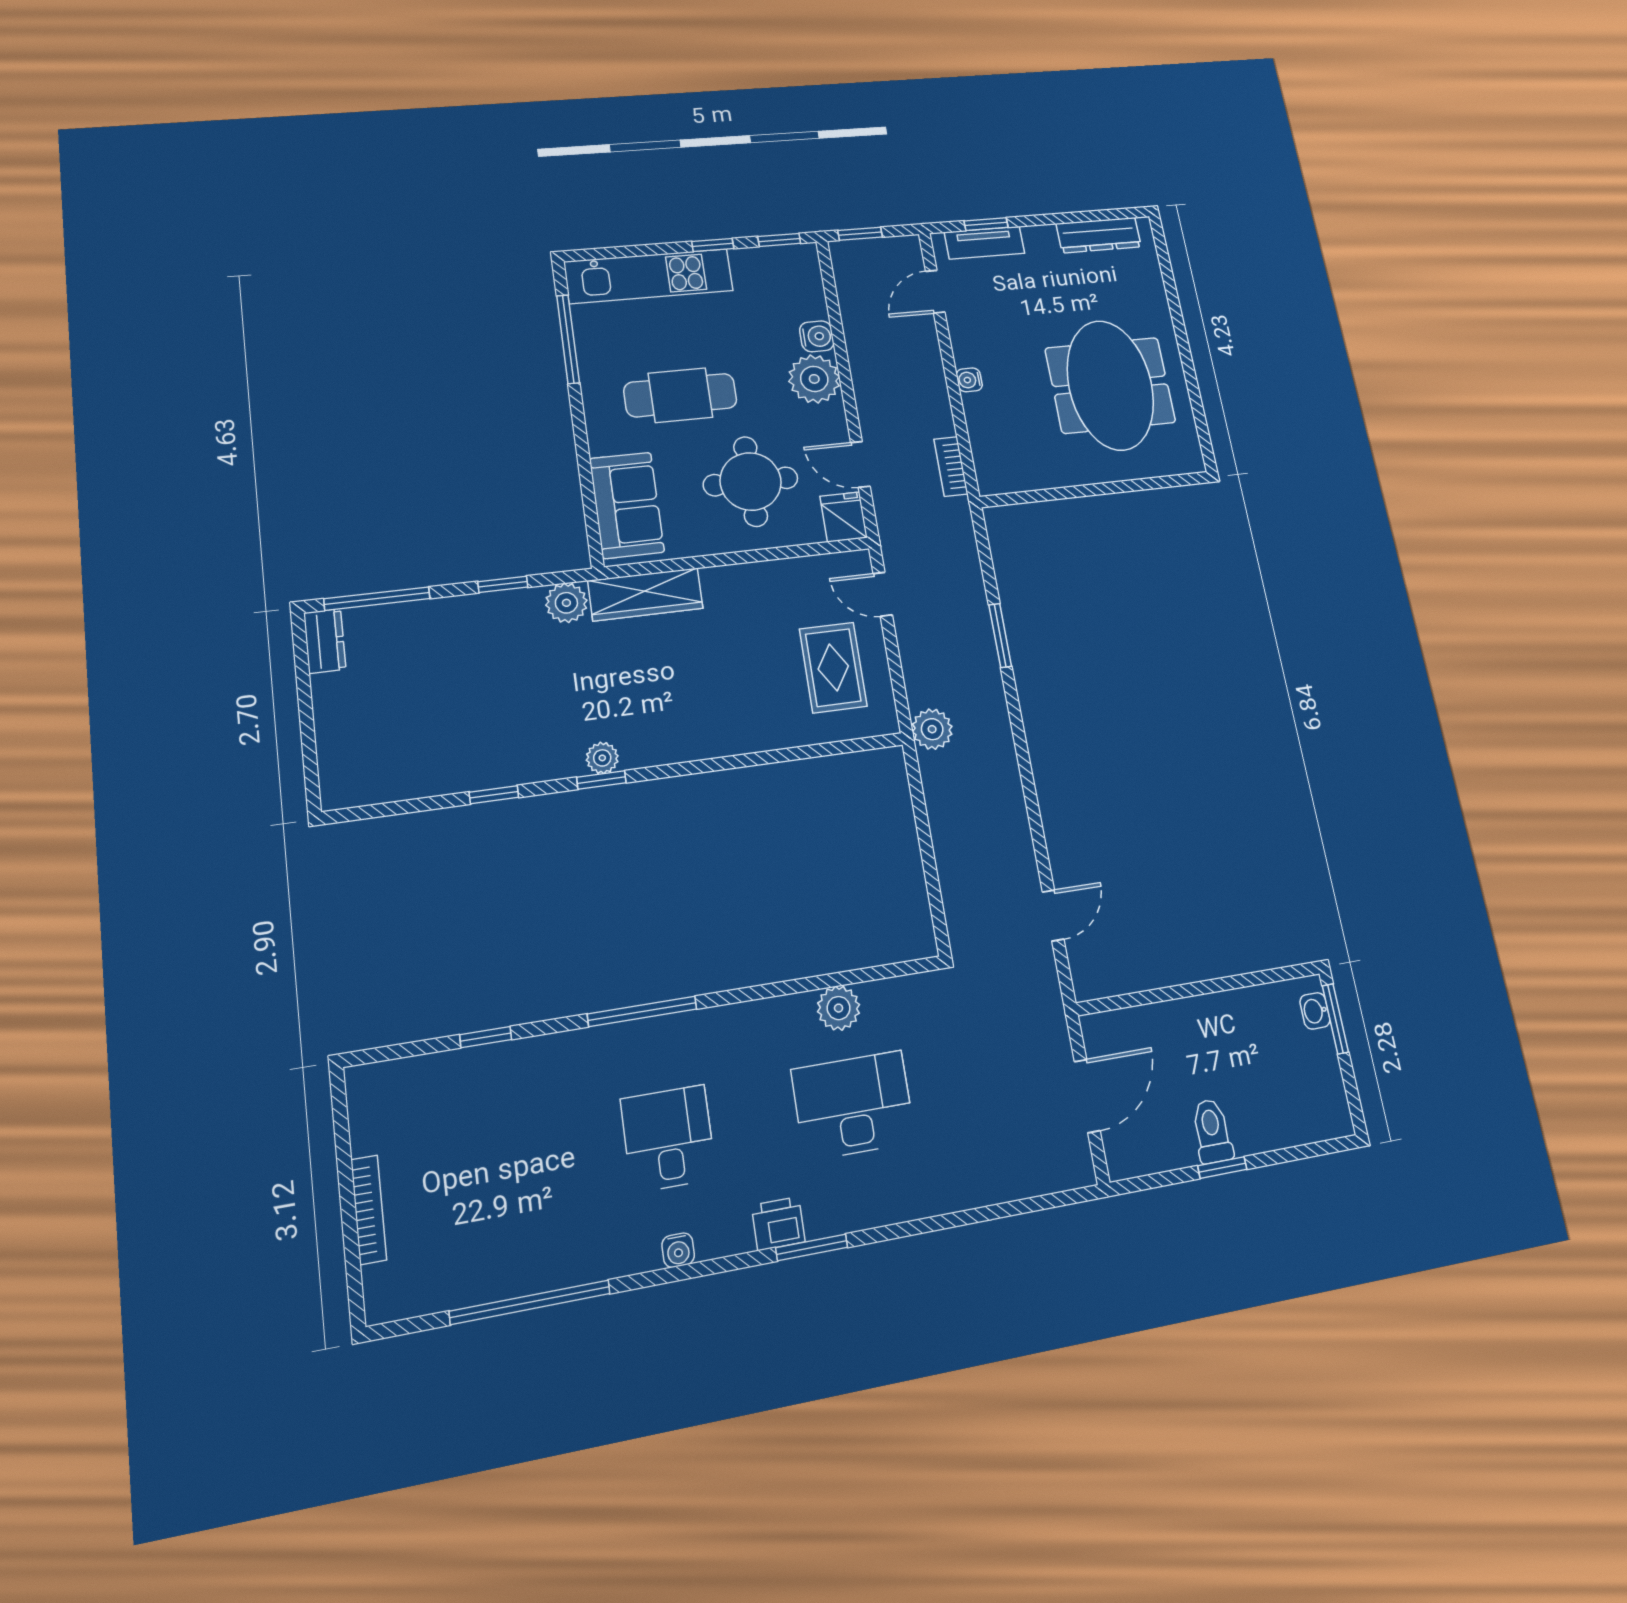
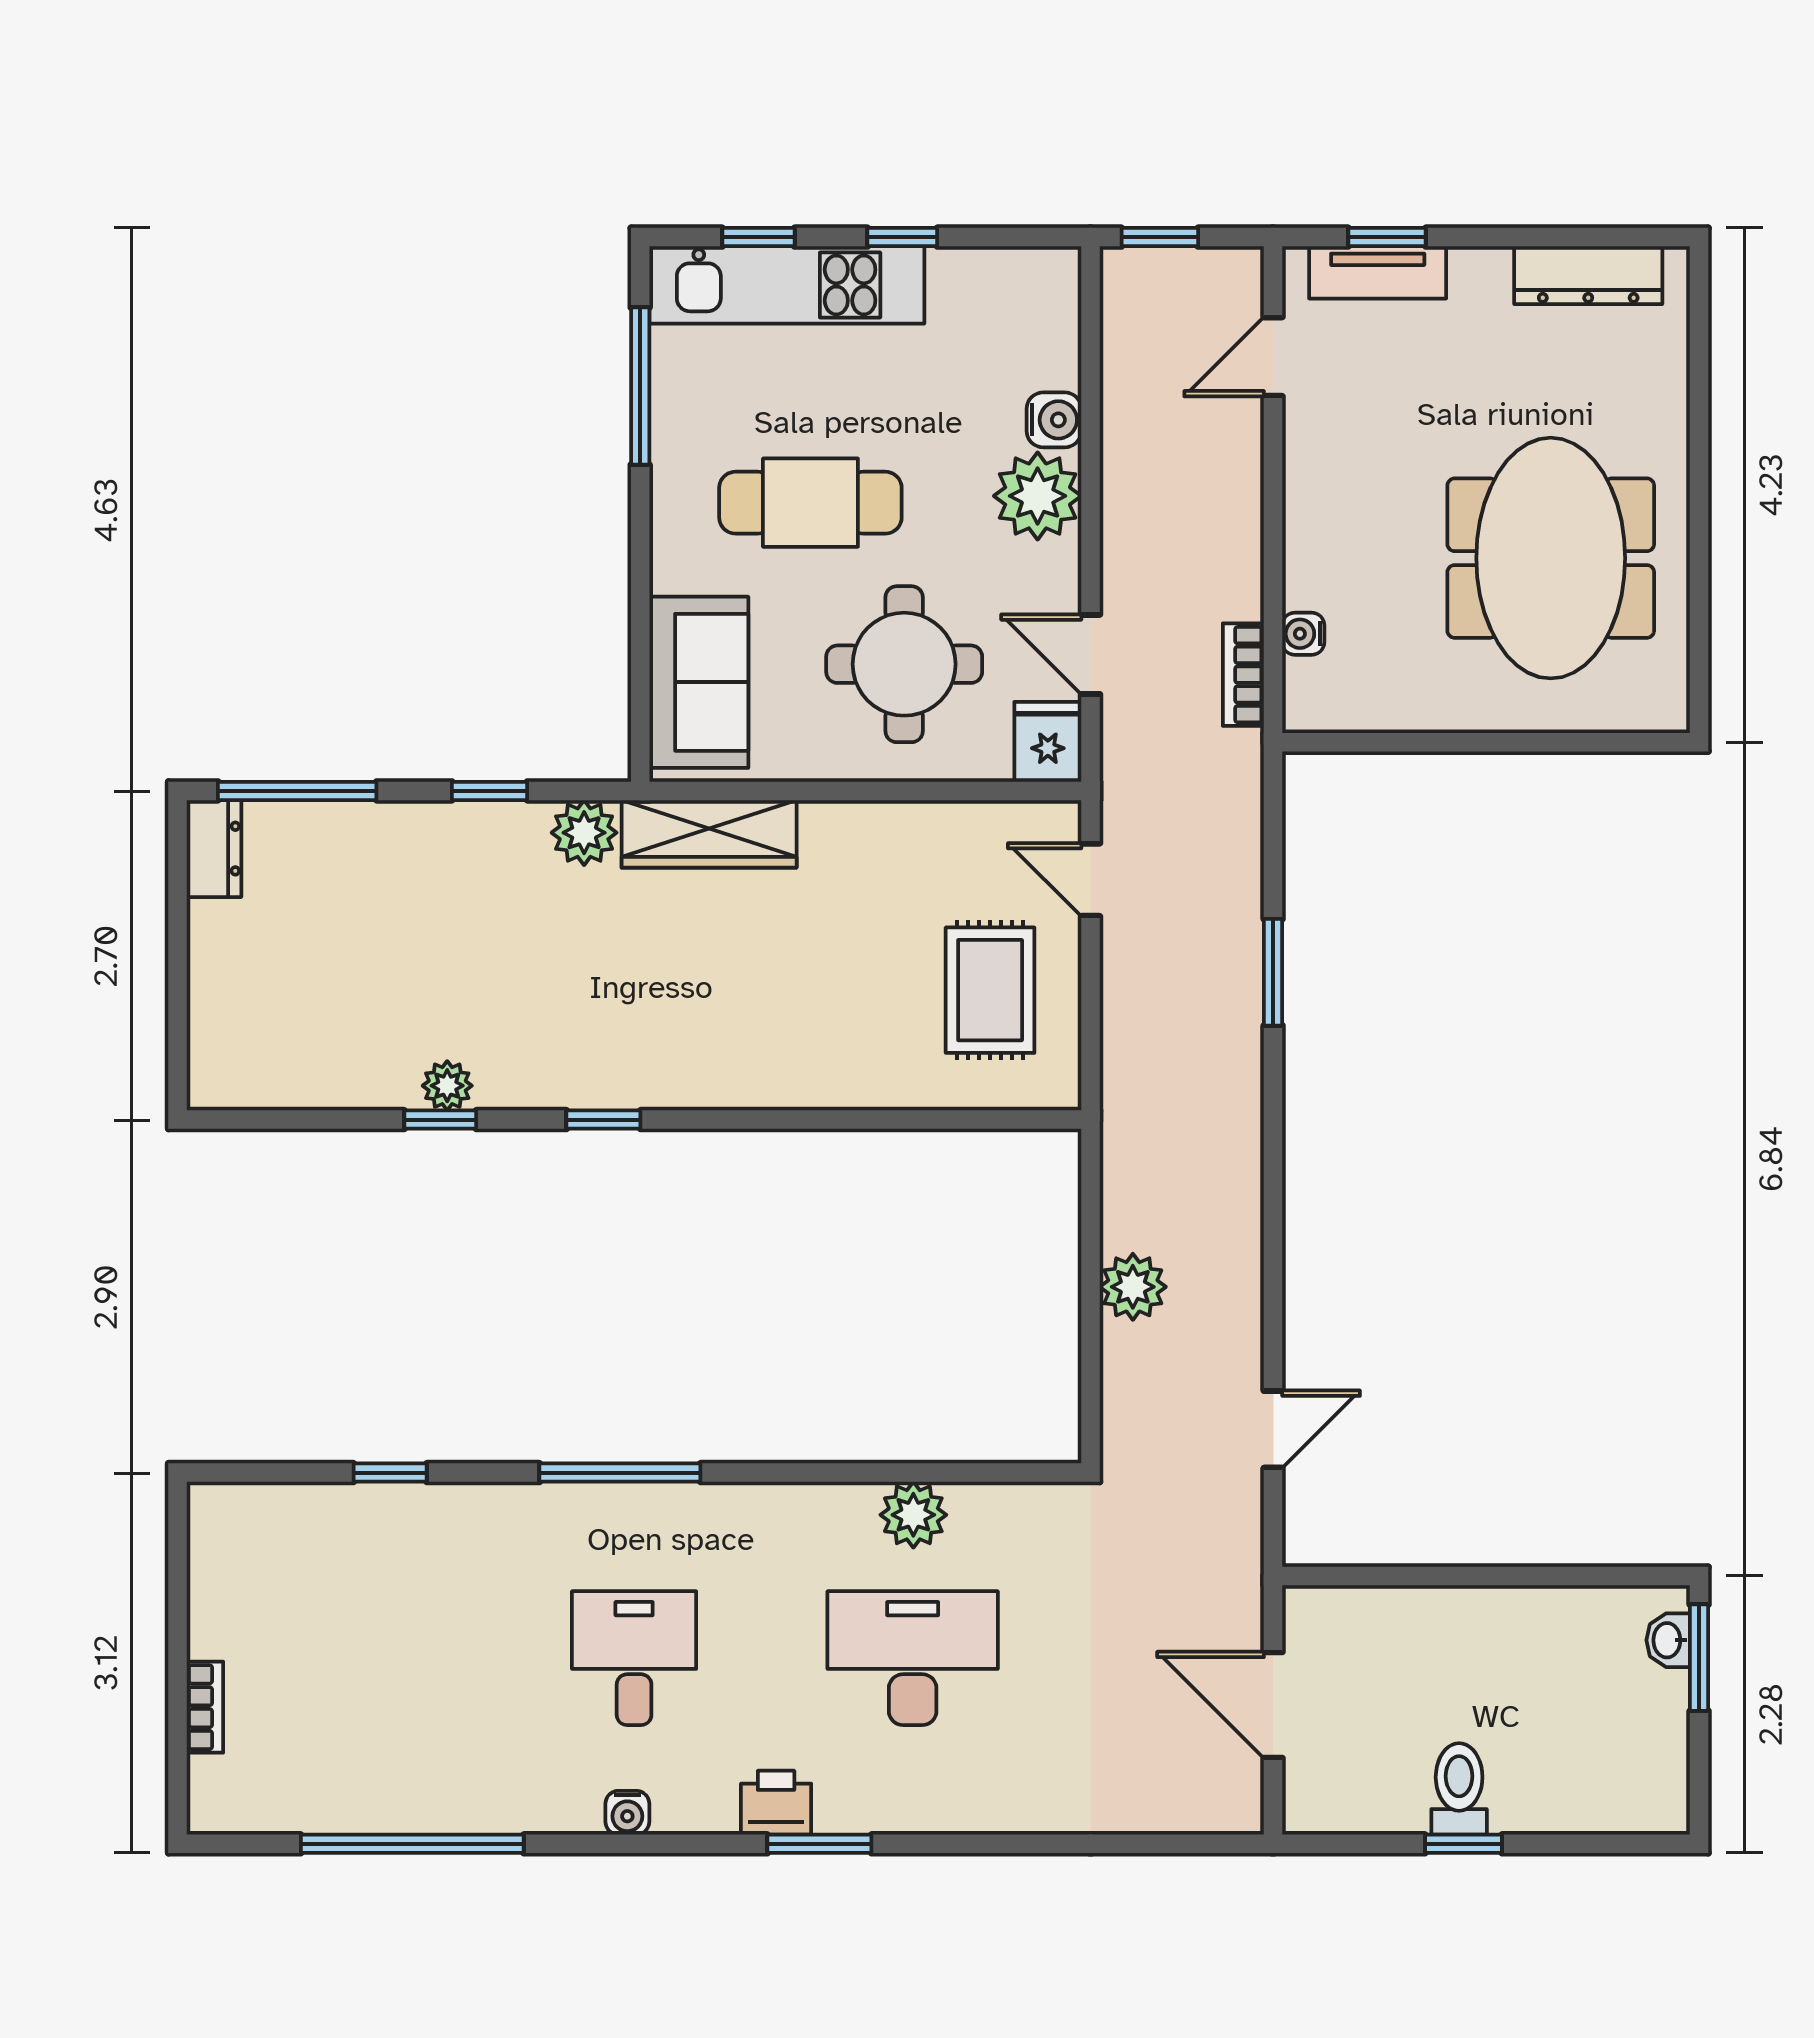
window: (779, 240) -> (758, 237), moved
water cooler: (969, 380) -> (1303, 634), moved
plant: (932, 729) -> (1133, 1287), moved
plant: (602, 758) -> (447, 1086), moved
door: (1087, 1096) -> (1273, 1705), swing flipped
bookcase: (369, 1210) -> (205, 1707), width x0.64

